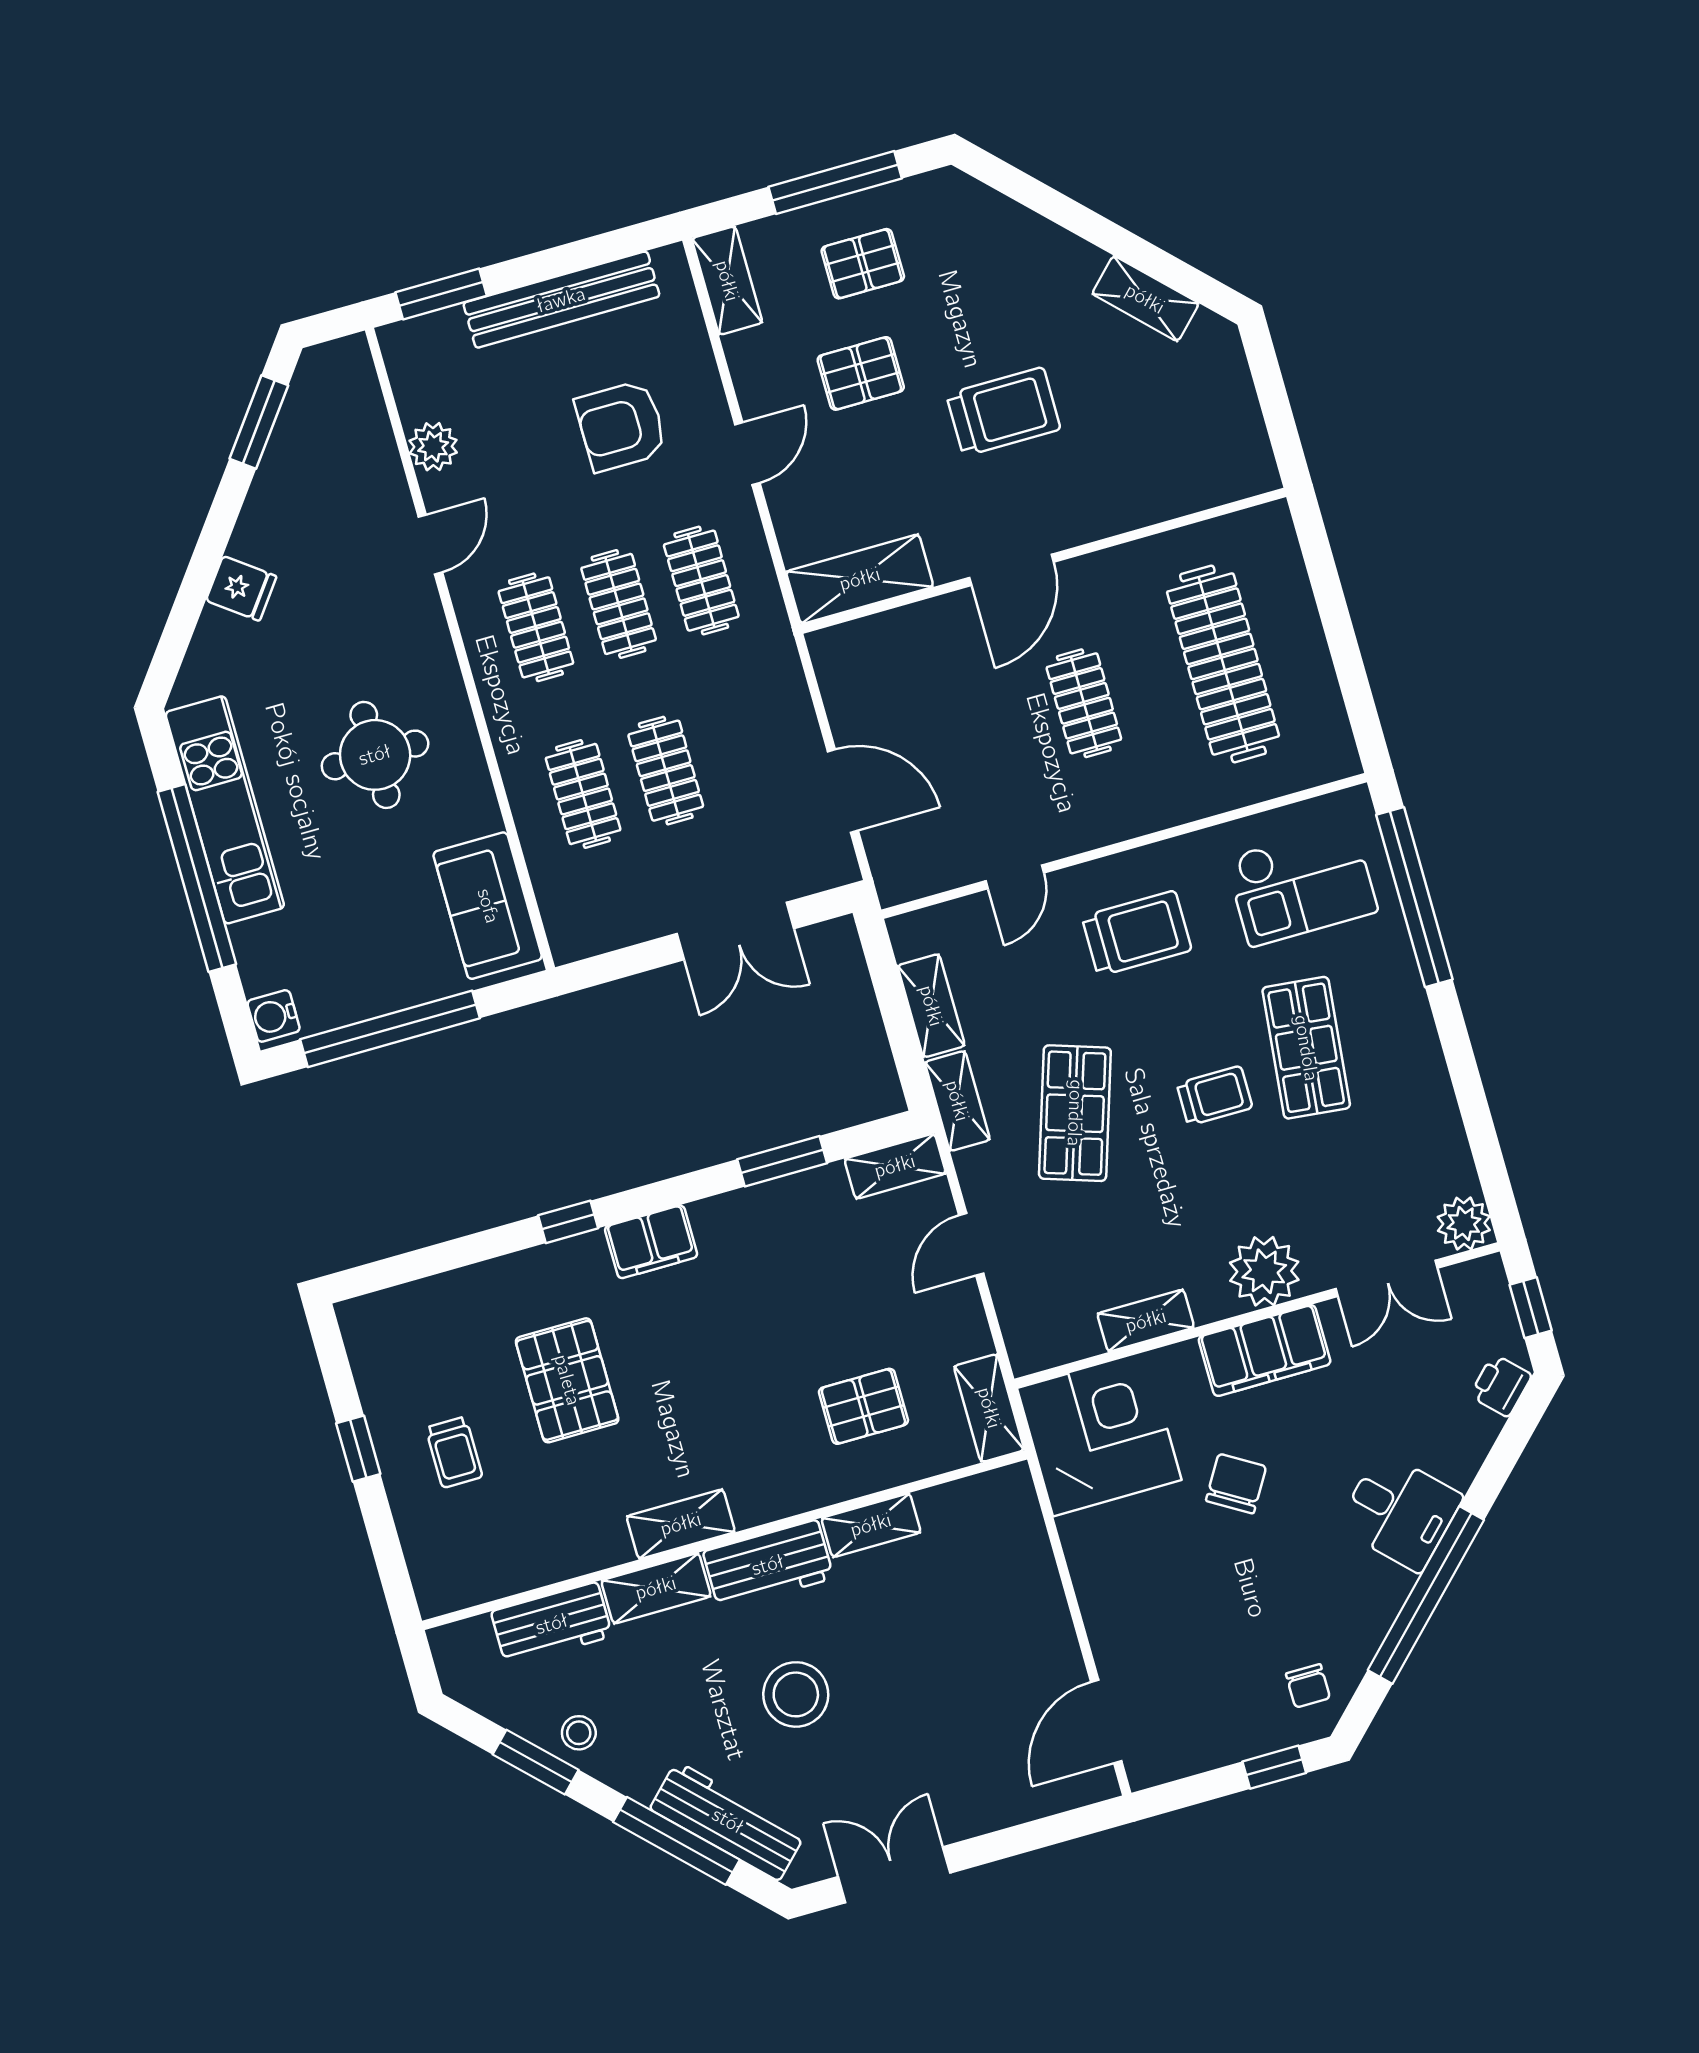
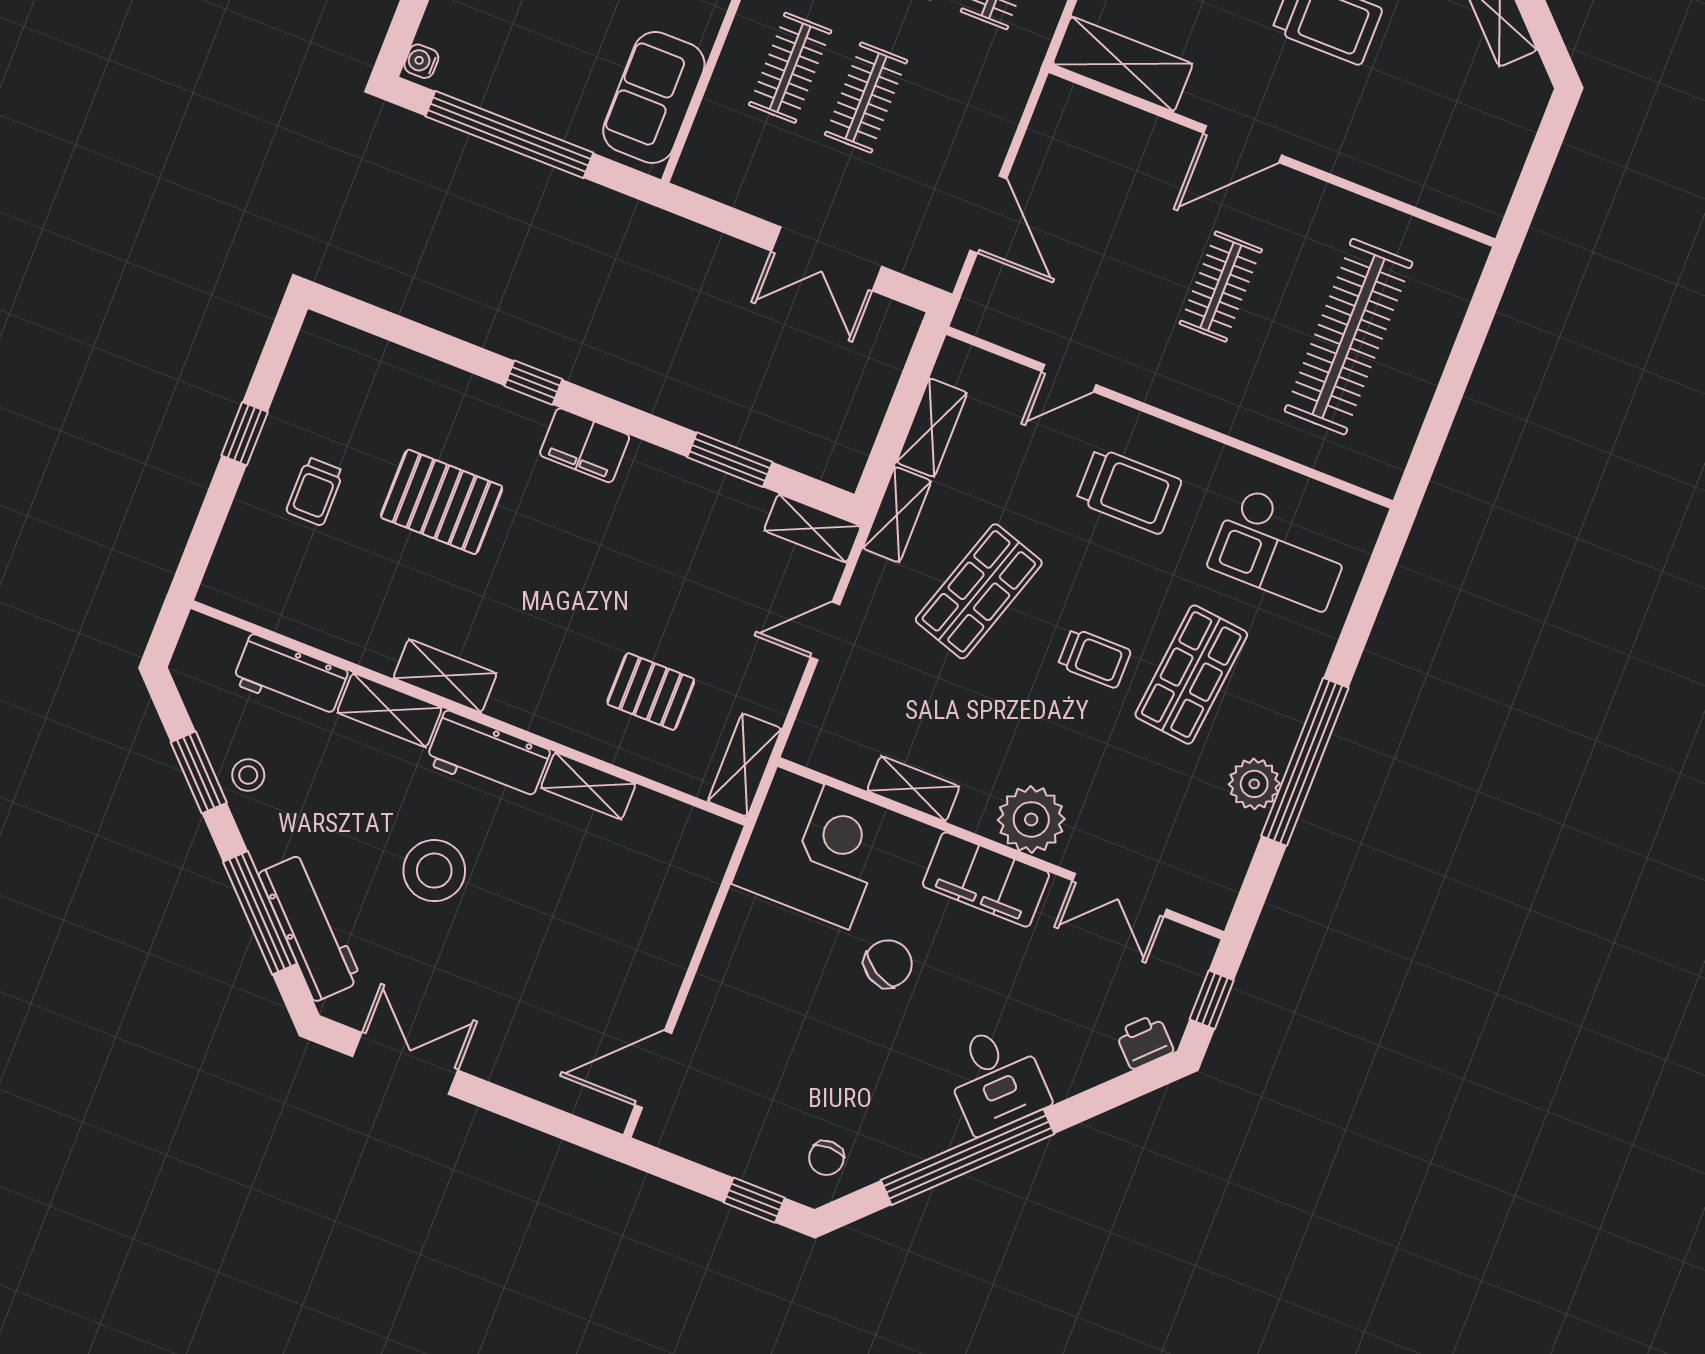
window: (1414, 897) -> (1305, 762), moved
water cooler: (274, 1016) -> (421, 61), width x0.72, depth x0.72
plant: (1464, 1224) -> (1254, 784), moved
pallet: (567, 1380) -> (442, 502), turned 90

